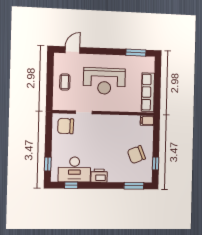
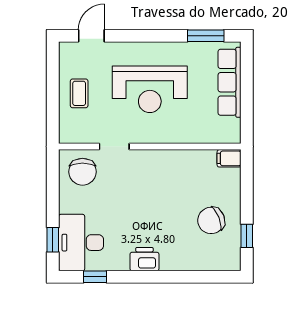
row of seats: (148, 92) -> (230, 82), moved
chair: (66, 126) -> (82, 172), turned -91
desk: (74, 169) -> (81, 243), moved, turned 90
window: (134, 186) -> (208, 277), removed

